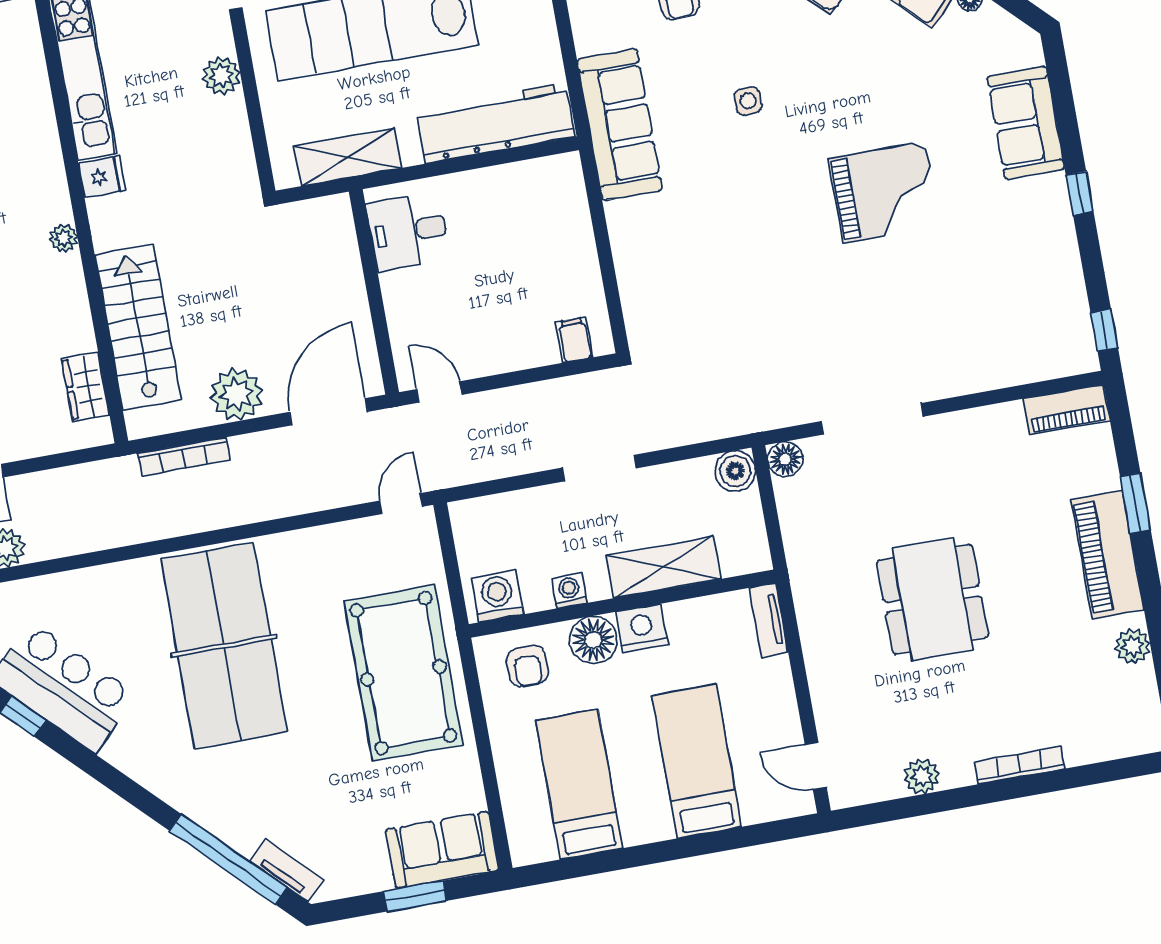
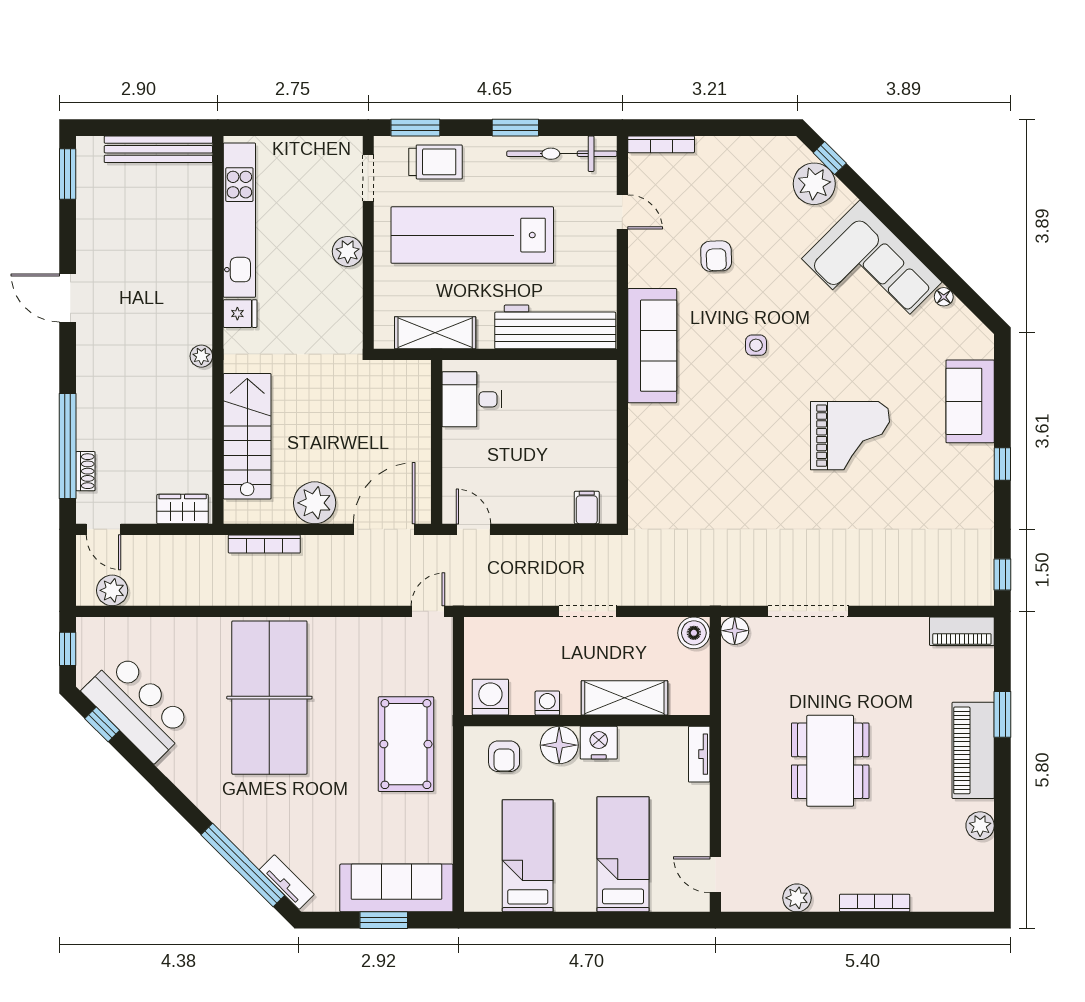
wardrobe: (86, 387) -> (183, 509), moved, turned 90
pool table: (403, 673) -> (406, 744), width x0.73, depth x0.76
sofa: (442, 850) -> (396, 888), width x1.36

